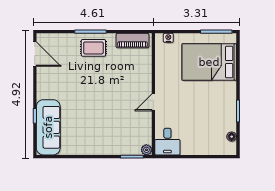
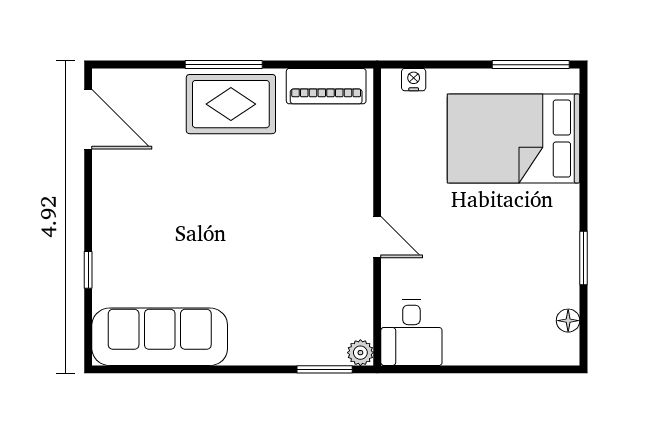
rug: (93, 48) -> (231, 104), width x1.36, depth x1.43
door: (153, 102) -> (377, 237), swing flipped
sofa: (48, 127) -> (160, 337), moved, turned -90

